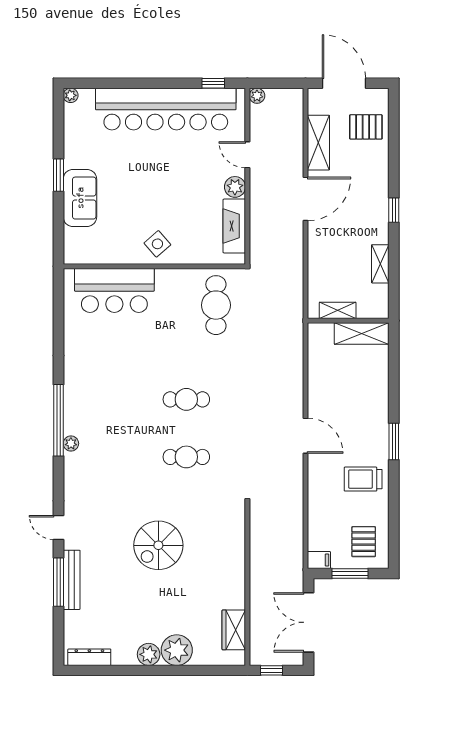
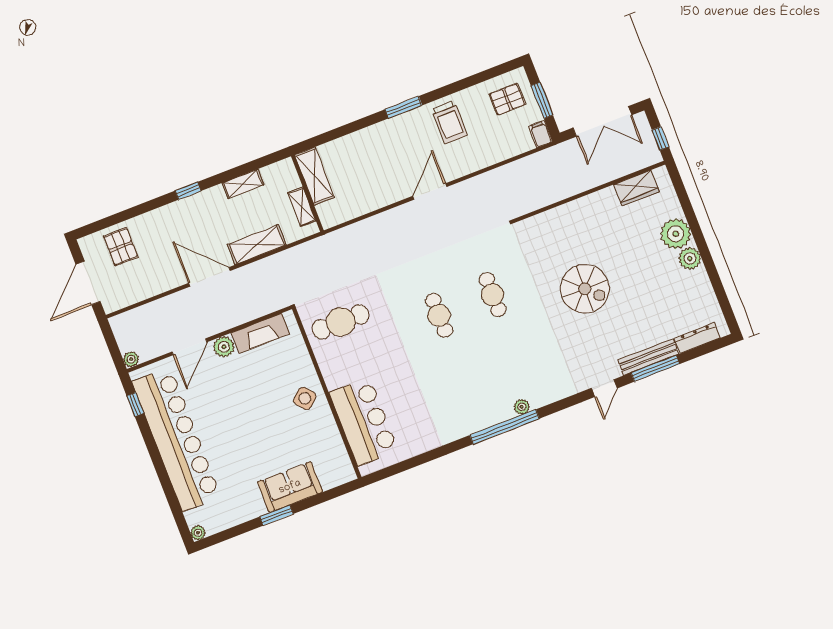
shelving: (318, 143) -> (257, 245), moved
door: (247, 155) -> (189, 347), width x1.38
dresser: (89, 657) -> (697, 338), moved, turned 90

